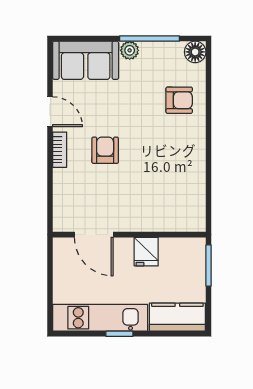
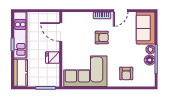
floor lamp: (195, 52) -> (150, 60), moved
corner sofa: (174, 184) -> (85, 71), added
door: (94, 235) -> (61, 32), hinge flipped

